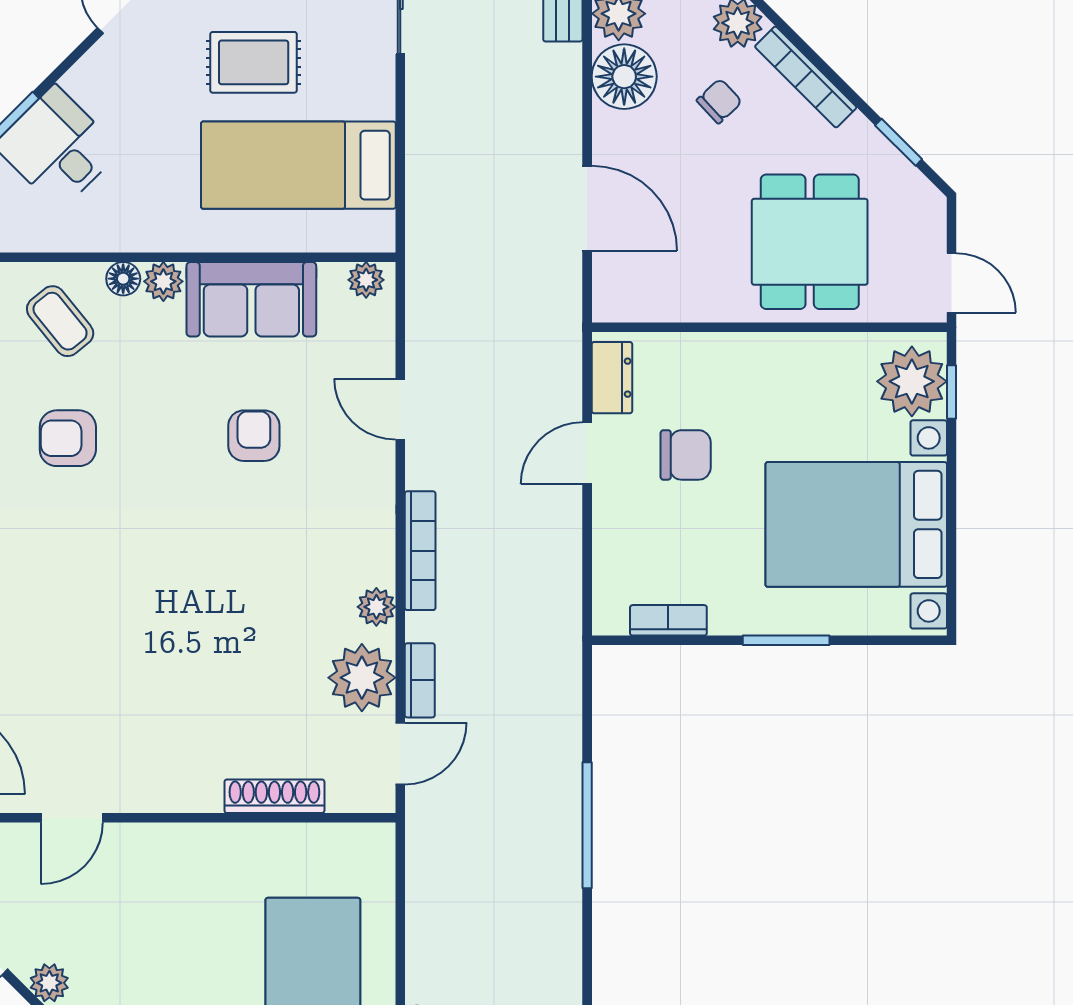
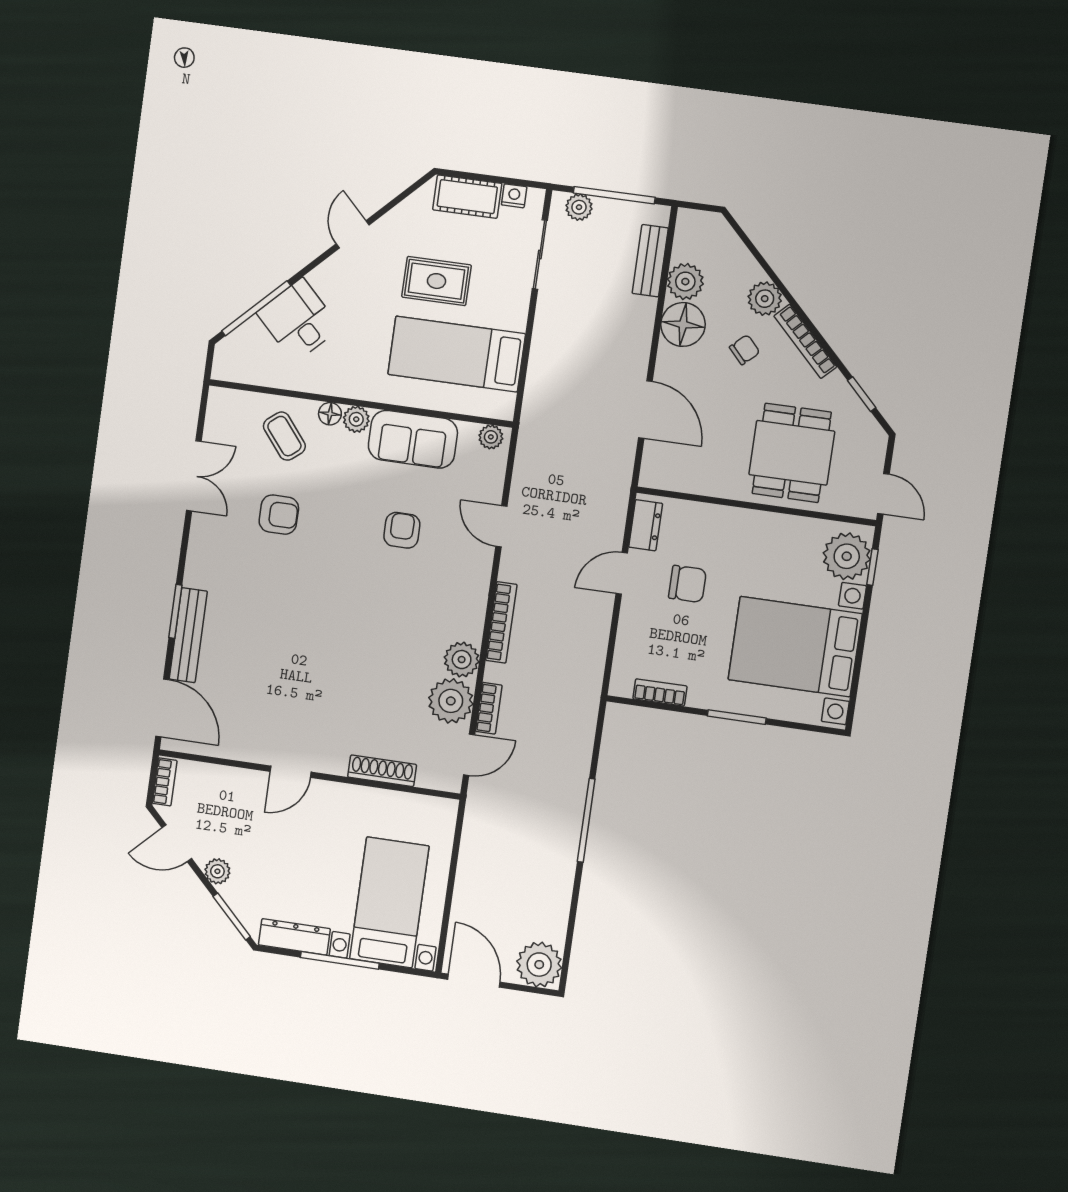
armchair: (68, 438) -> (279, 515), turned 180
plant: (376, 607) -> (462, 660), width x1.38, depth x1.38
door: (72, 818) -> (291, 772), moved

